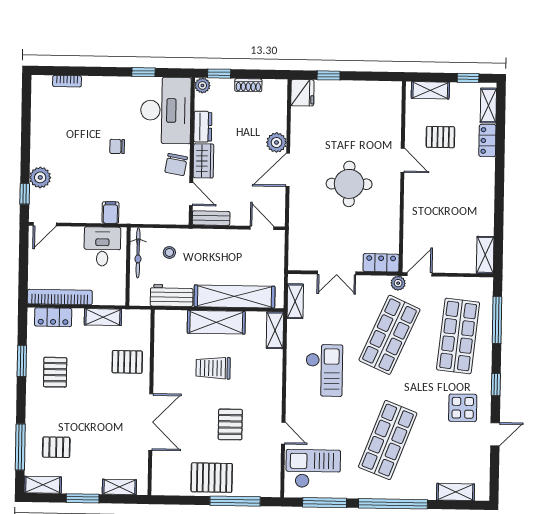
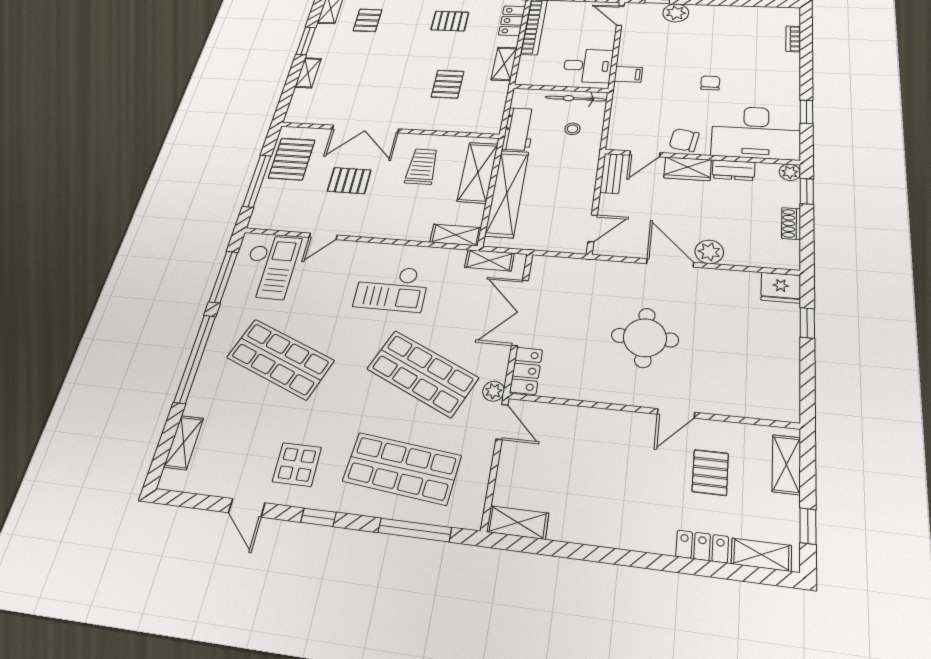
double door: (337, 273) -> (520, 312), width x1.37
wall: (151, 402) -> (388, 130), moved
double door: (151, 422) -> (365, 129), moved

